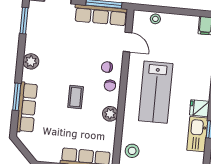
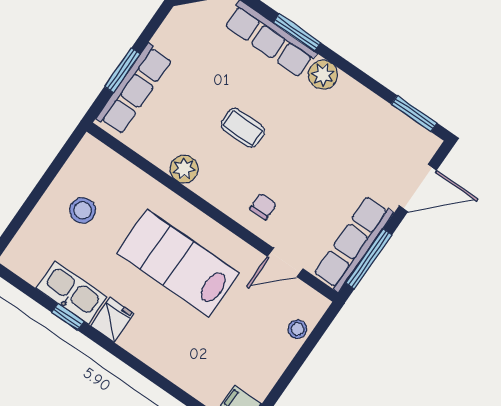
plant: (31, 61) -> (323, 75), moved
chair: (110, 86) -> (230, 194), removed
stool: (132, 151) -> (83, 210), moved

